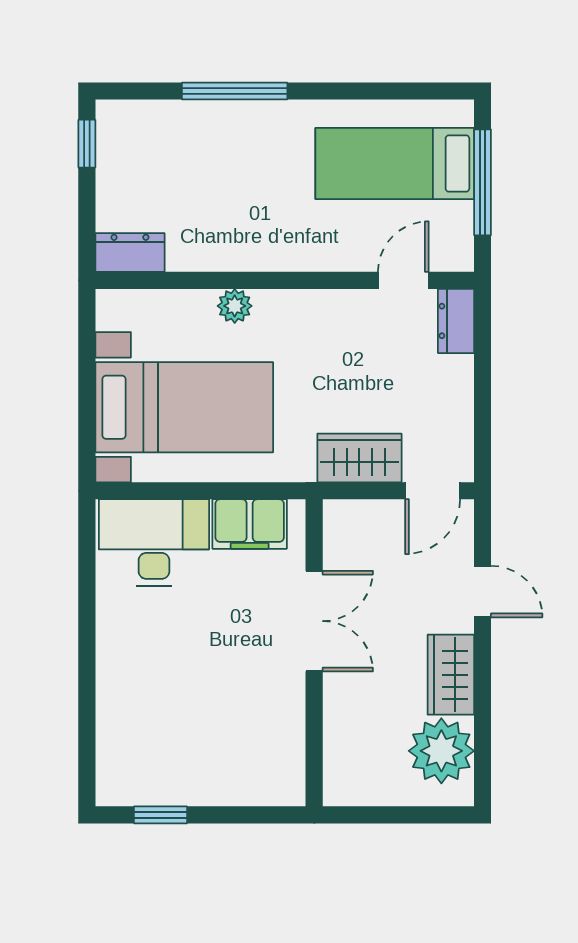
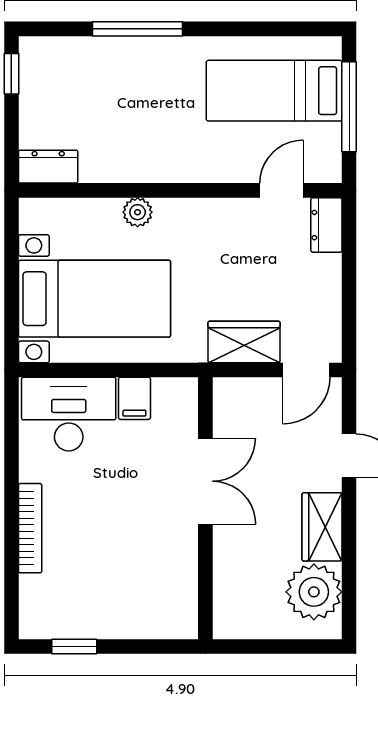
filing cabinet: (250, 524) -> (134, 398), width x0.50
bookcase: (109, 676) -> (30, 528), added

